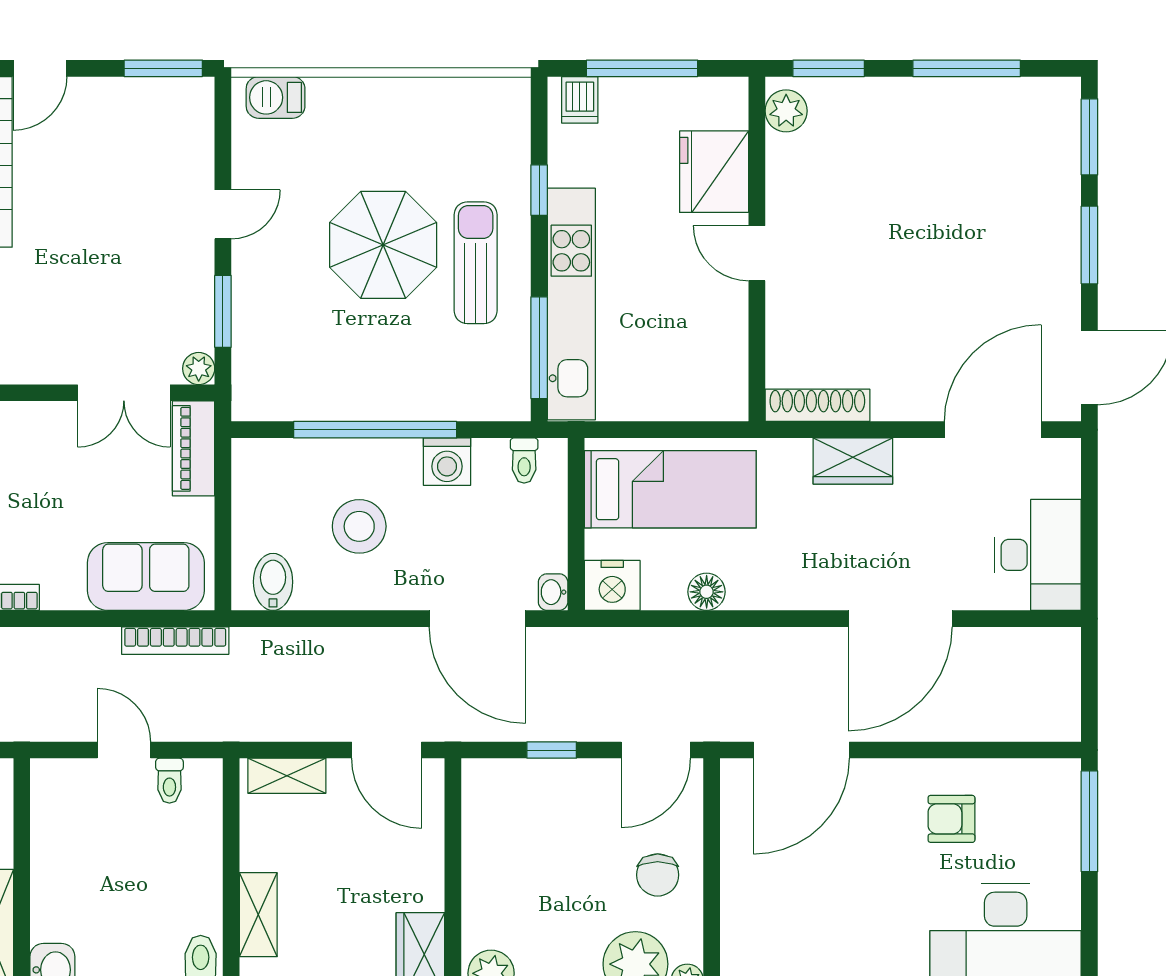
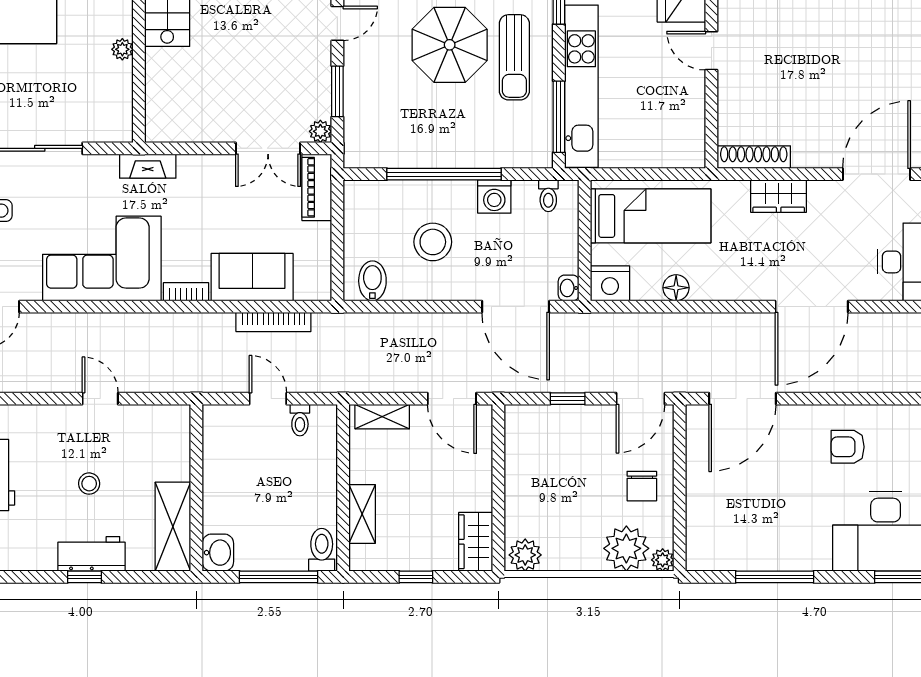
sun lounger: (476, 263) -> (514, 57), turned 180
sofa: (146, 577) -> (252, 277), moved
bookcase: (175, 641) -> (273, 322), moved

